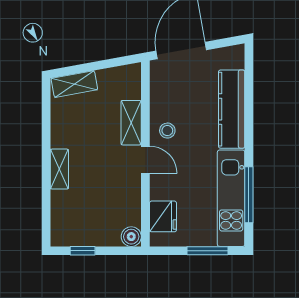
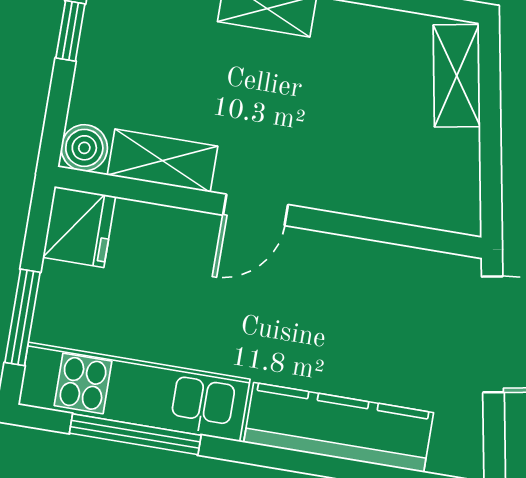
shelving: (131, 123) -> (162, 161), moved
stool: (167, 131) -> (314, 271), removed
fridge: (163, 216) -> (79, 227), moved, turned -90

